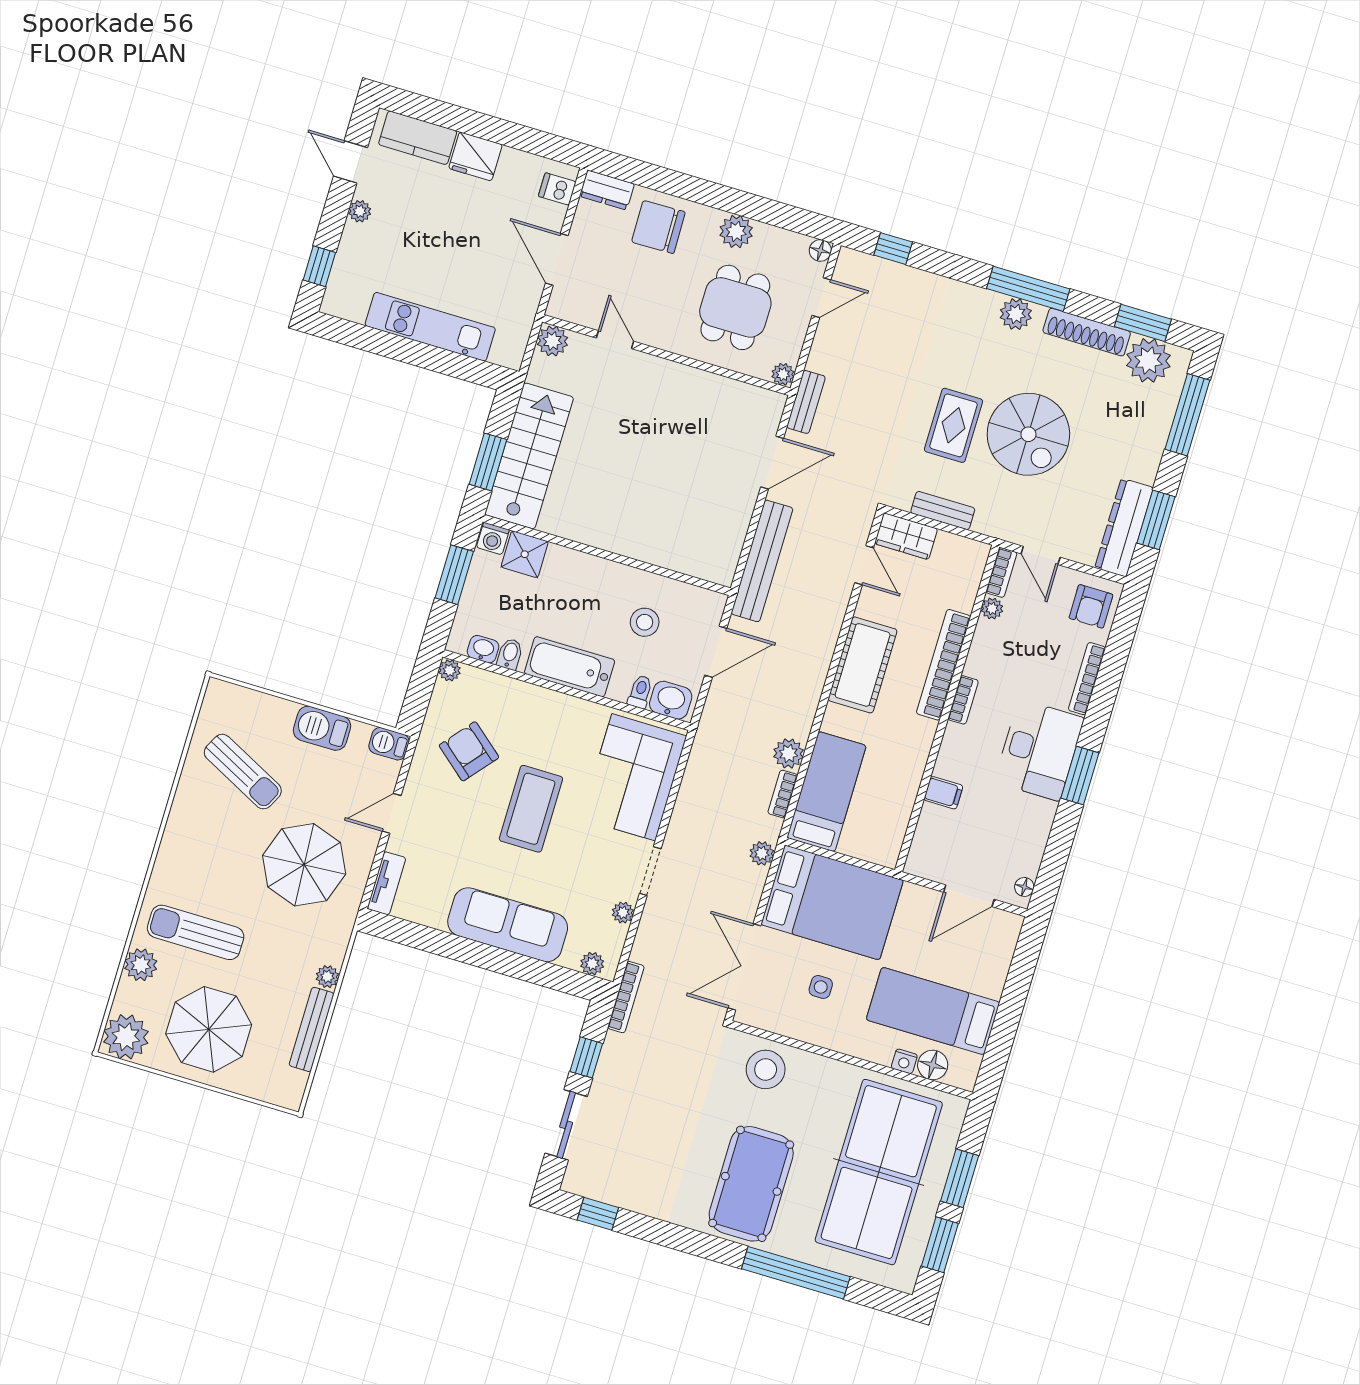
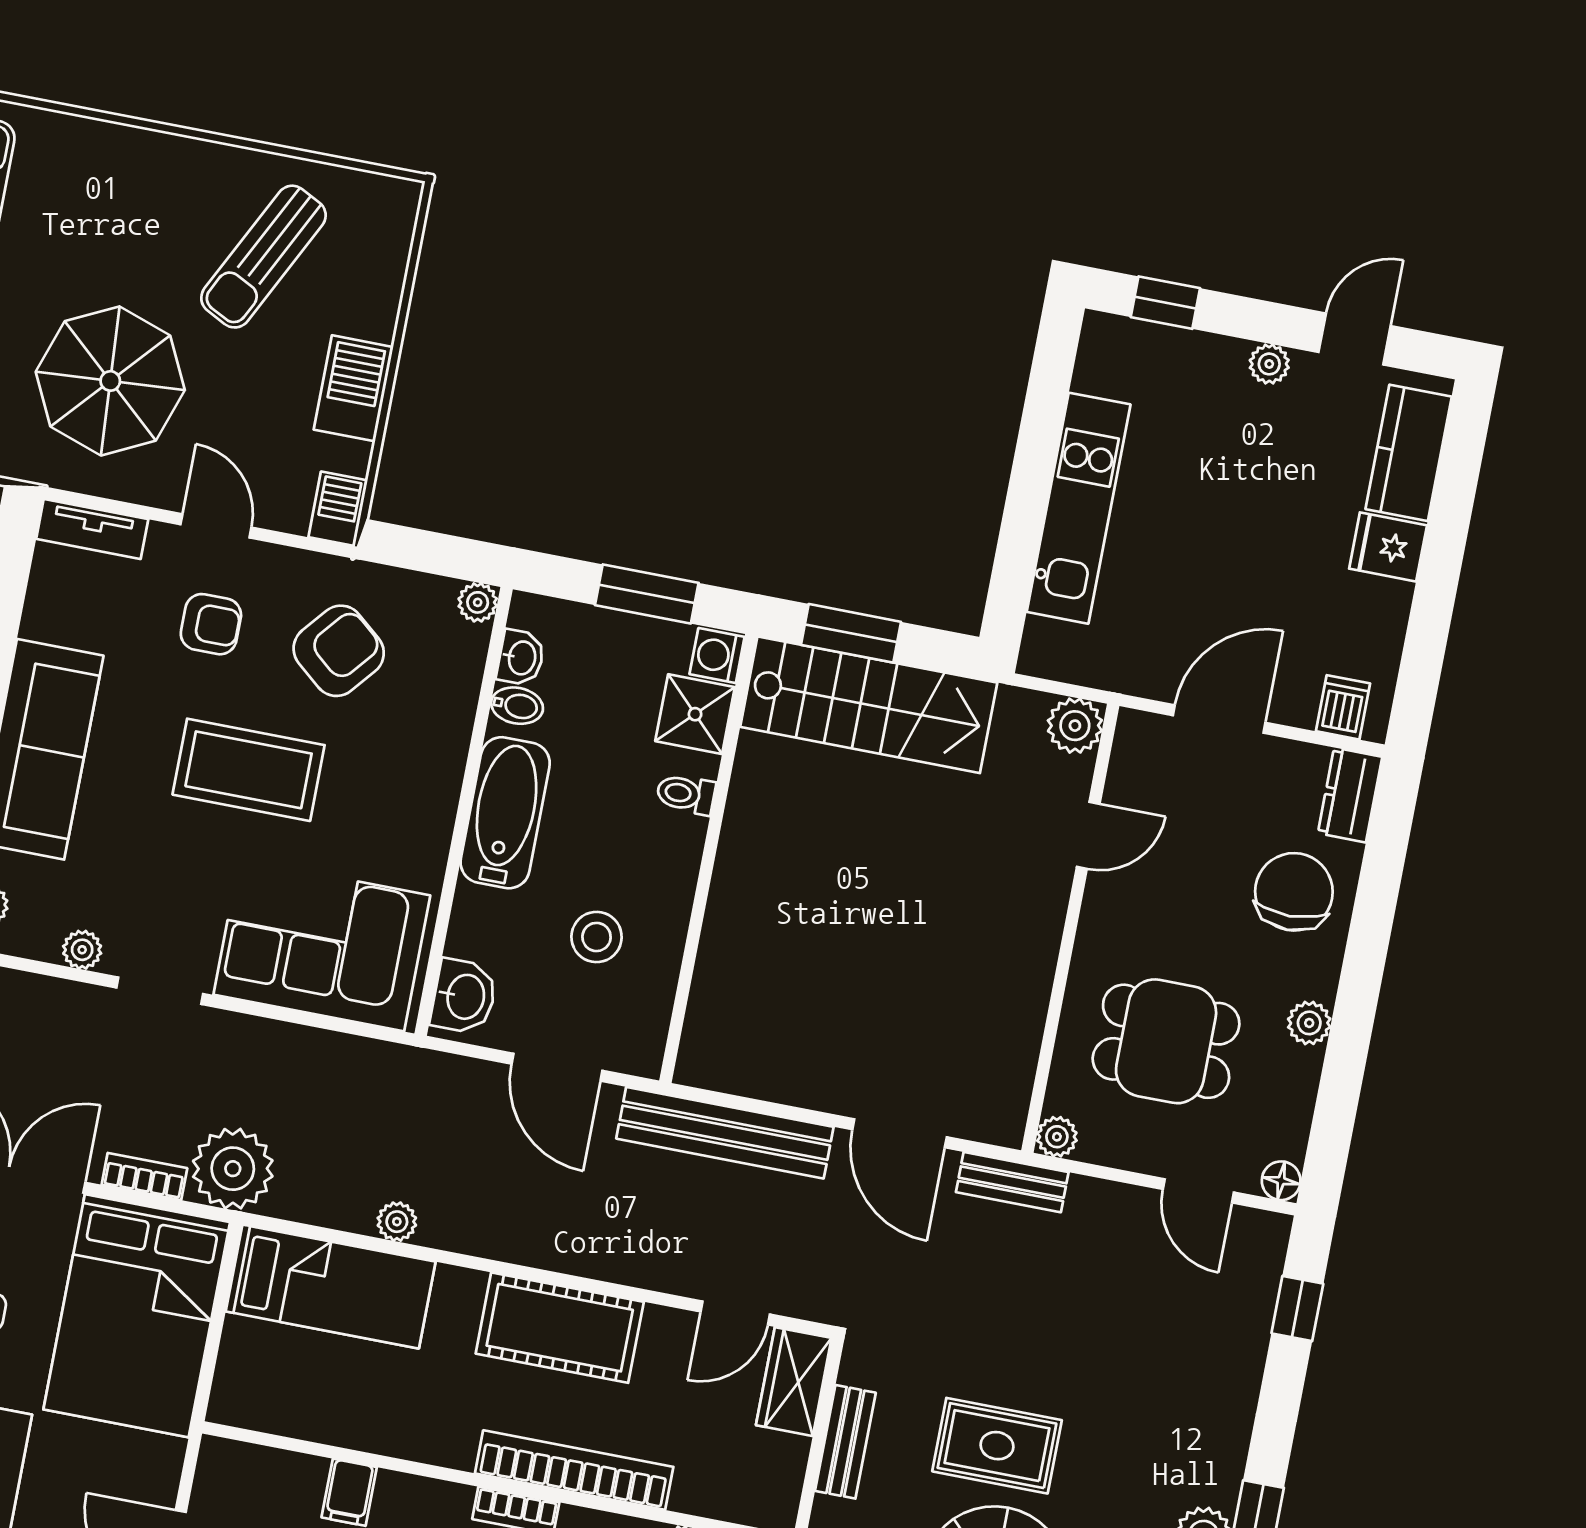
fridge: (475, 156) -> (1388, 547), width x0.72
plant: (736, 231) -> (1309, 1023), width x0.73, depth x0.73
toilet: (640, 692) -> (686, 794), moved, turned 180
plant: (788, 753) -> (397, 1222), width x0.73, depth x0.73
bookcase: (783, 794) -> (144, 1176), moved
armchair: (447, 822) -> (211, 624), added
plant: (762, 853) -> (233, 1169), width x1.88, depth x1.88

